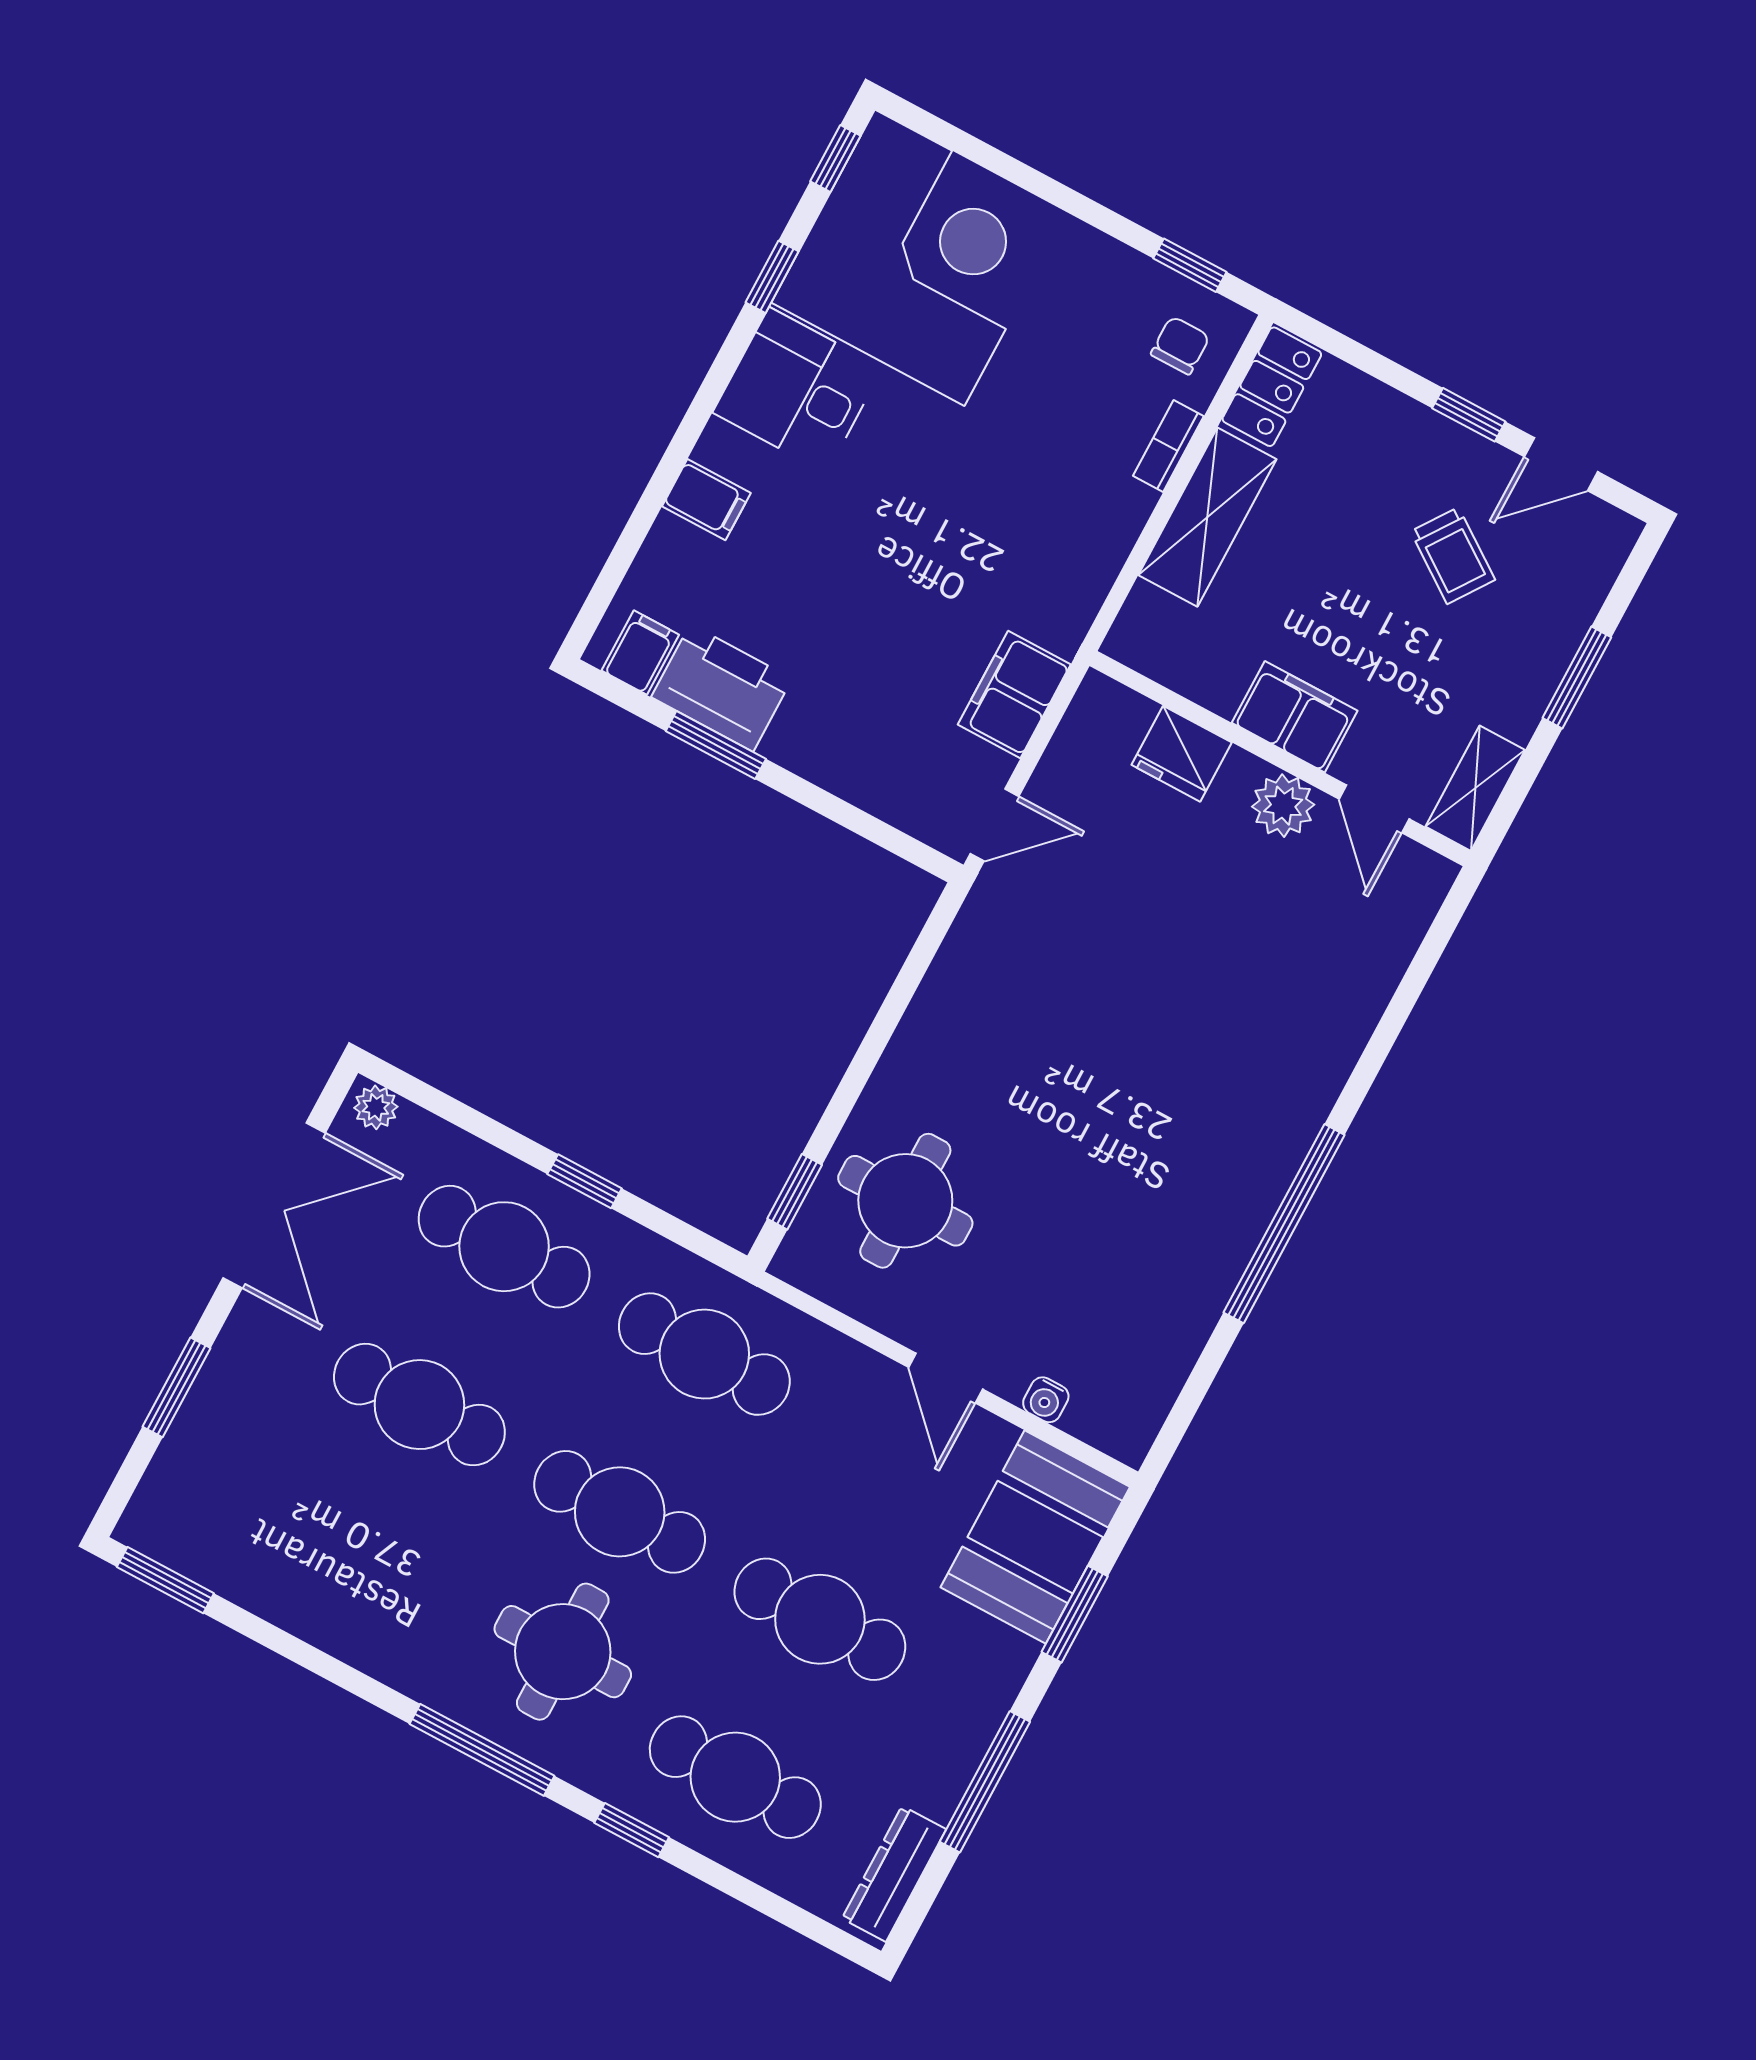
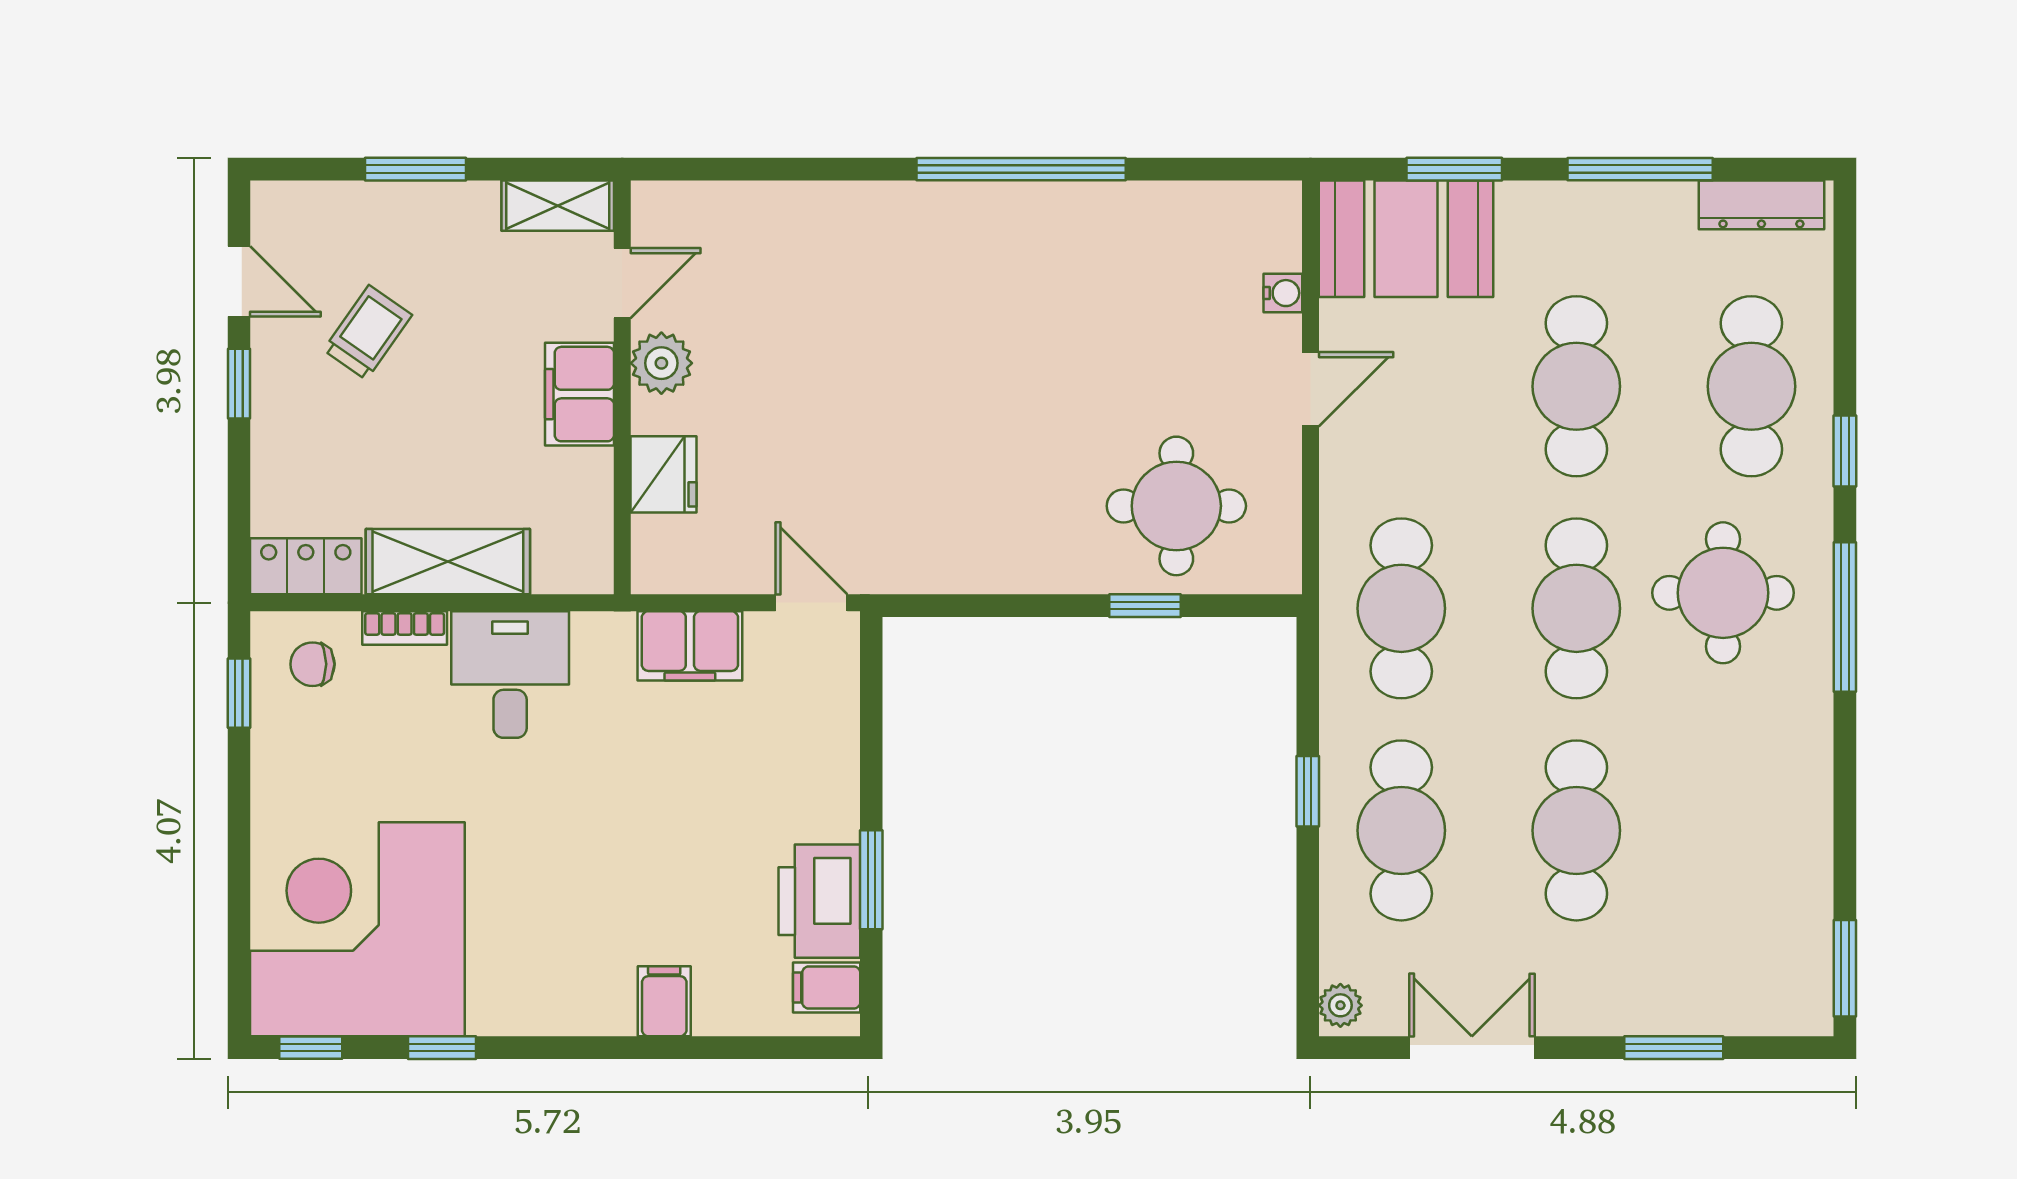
desk: (798, 390) -> (510, 675), moved, turned 180
window: (795, 1192) -> (1145, 606), moved
double door: (274, 1205) -> (1472, 1048), width x0.73

